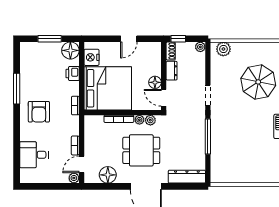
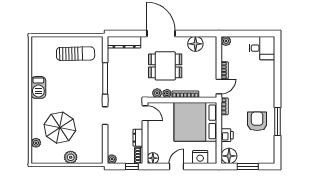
plant: (223, 49) -> (71, 157), moved
nightstand: (92, 57) -> (200, 157), moved, turned 90
floor lamp: (155, 82) -> (153, 158), moved
armchair: (39, 112) -> (257, 121), moved
desk: (34, 155) -> (262, 48), moved
door: (82, 164) -> (219, 86), moved
sun lounger: (241, 164) -> (76, 54), added

